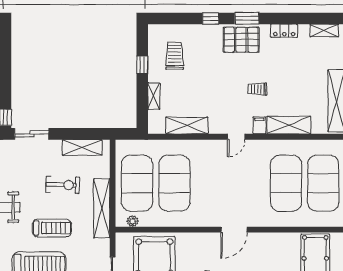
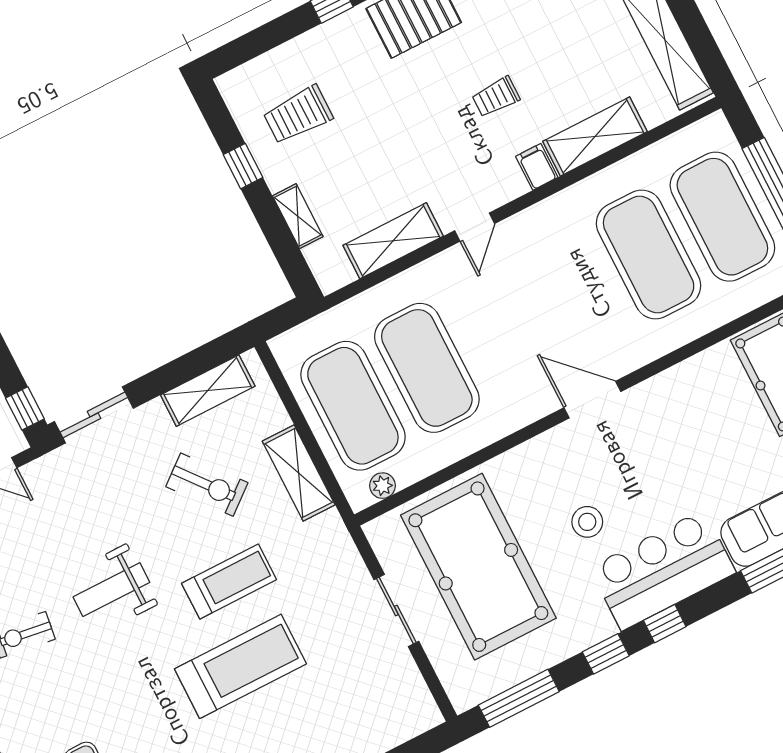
trolley: (175, 56) -> (298, 115), turned -90
door: (236, 137) -> (475, 227), moved
exercise bike: (63, 185) -> (207, 485), turned 49
shelving: (102, 208) -> (299, 473), width x0.68
door: (234, 230) -> (592, 400), swing flipped

